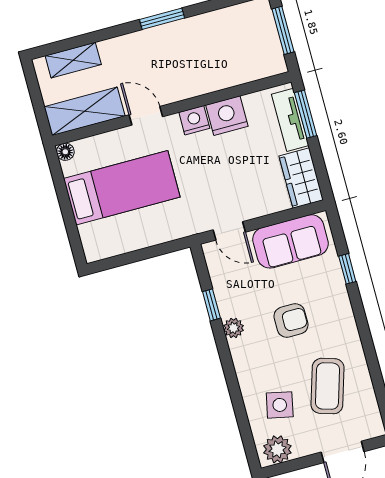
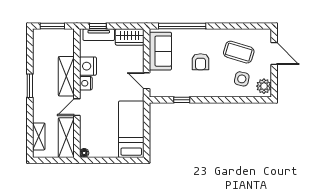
shelving: (197, 81) -> (66, 76), added
window: (306, 114) -> (98, 26), width x0.67
bed: (122, 188) -> (131, 129), moved
door: (229, 231) -> (147, 81), swing flipped
window: (347, 269) -> (182, 26), width x3.17
armchair: (291, 321) -> (201, 62), turned 180
plant: (234, 328) -> (196, 92), removed

